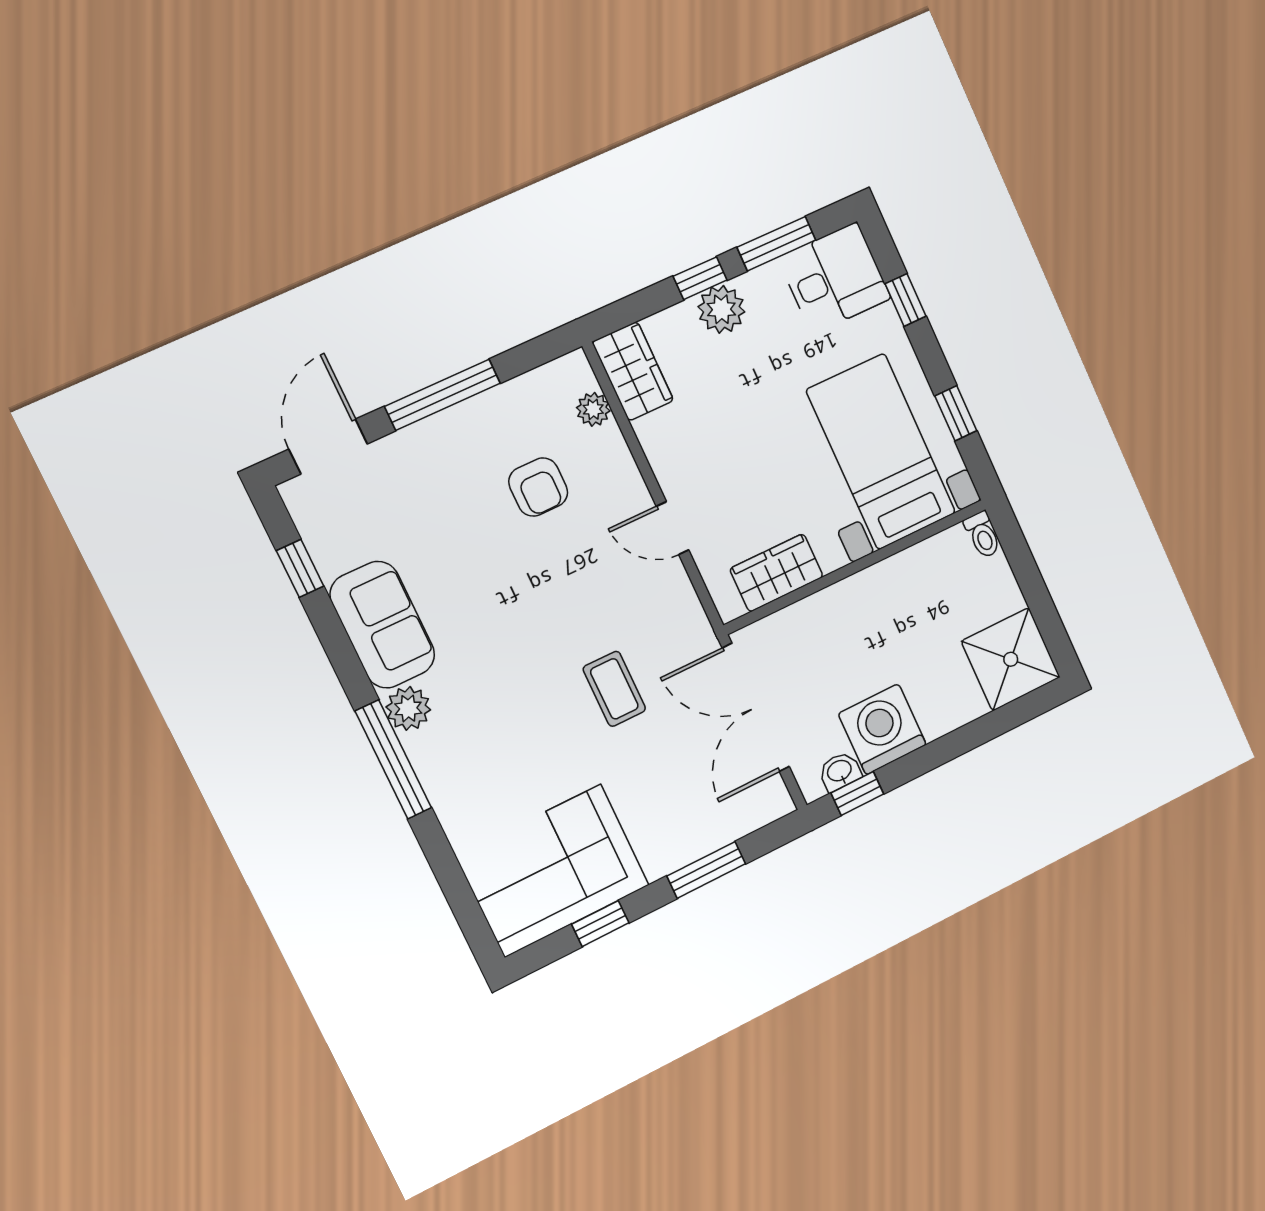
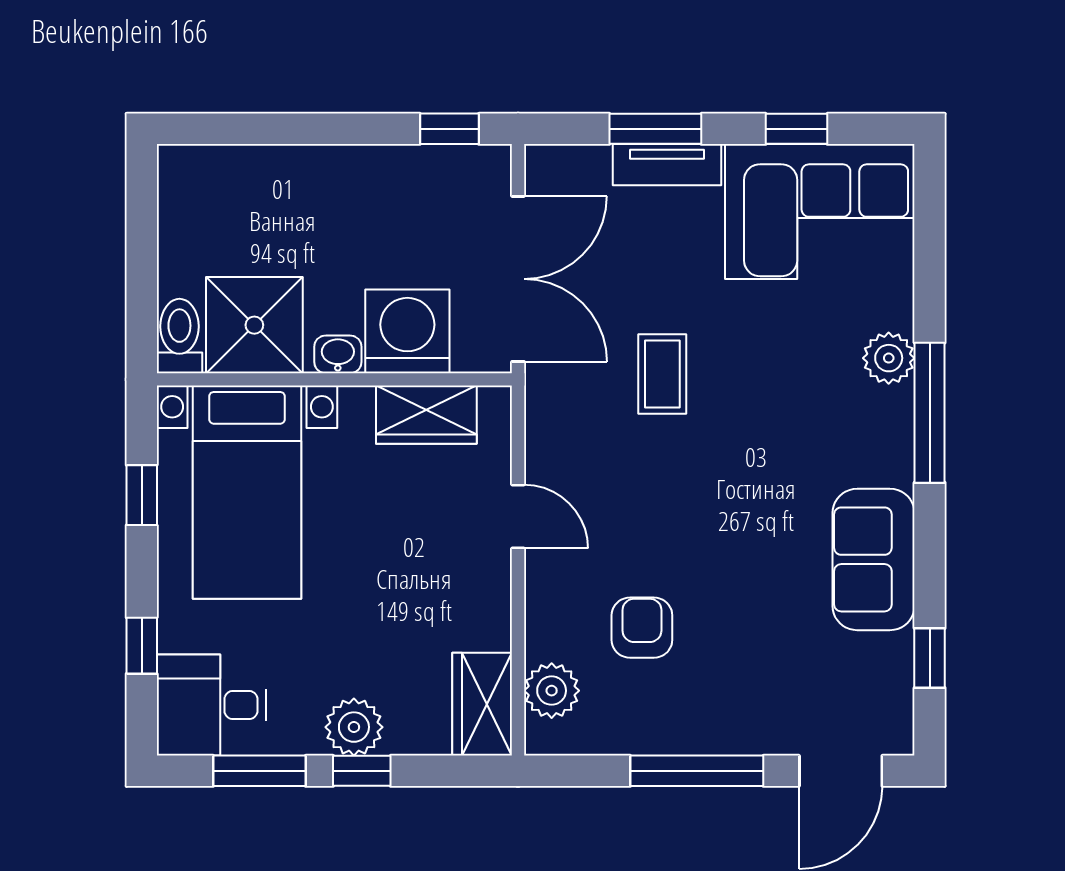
plant: (593, 409) -> (552, 691), width x1.38, depth x1.38
toilet: (982, 535) -> (179, 336), width x1.37, depth x1.39
shower: (1011, 659) -> (254, 325), moved
plant: (408, 708) -> (889, 358), moved
washing machine: (882, 729) -> (407, 331), moved, turned 180
washbasin: (840, 771) -> (338, 354), moved, turned 180
tv unit: (685, 848) -> (667, 165), added

